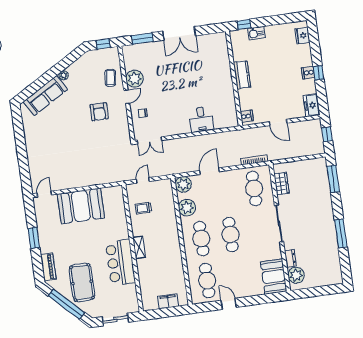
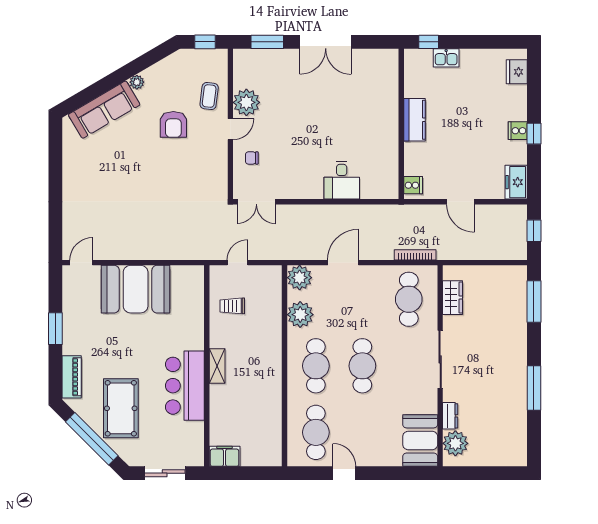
armchair: (99, 112) -> (173, 124), moved
filing cabinet: (168, 301) -> (225, 456), moved

